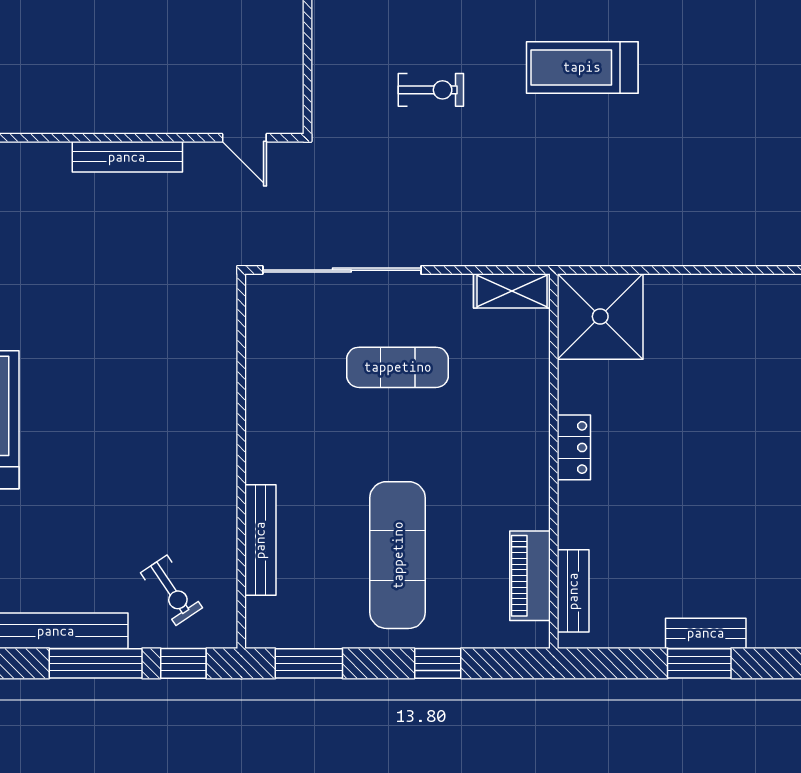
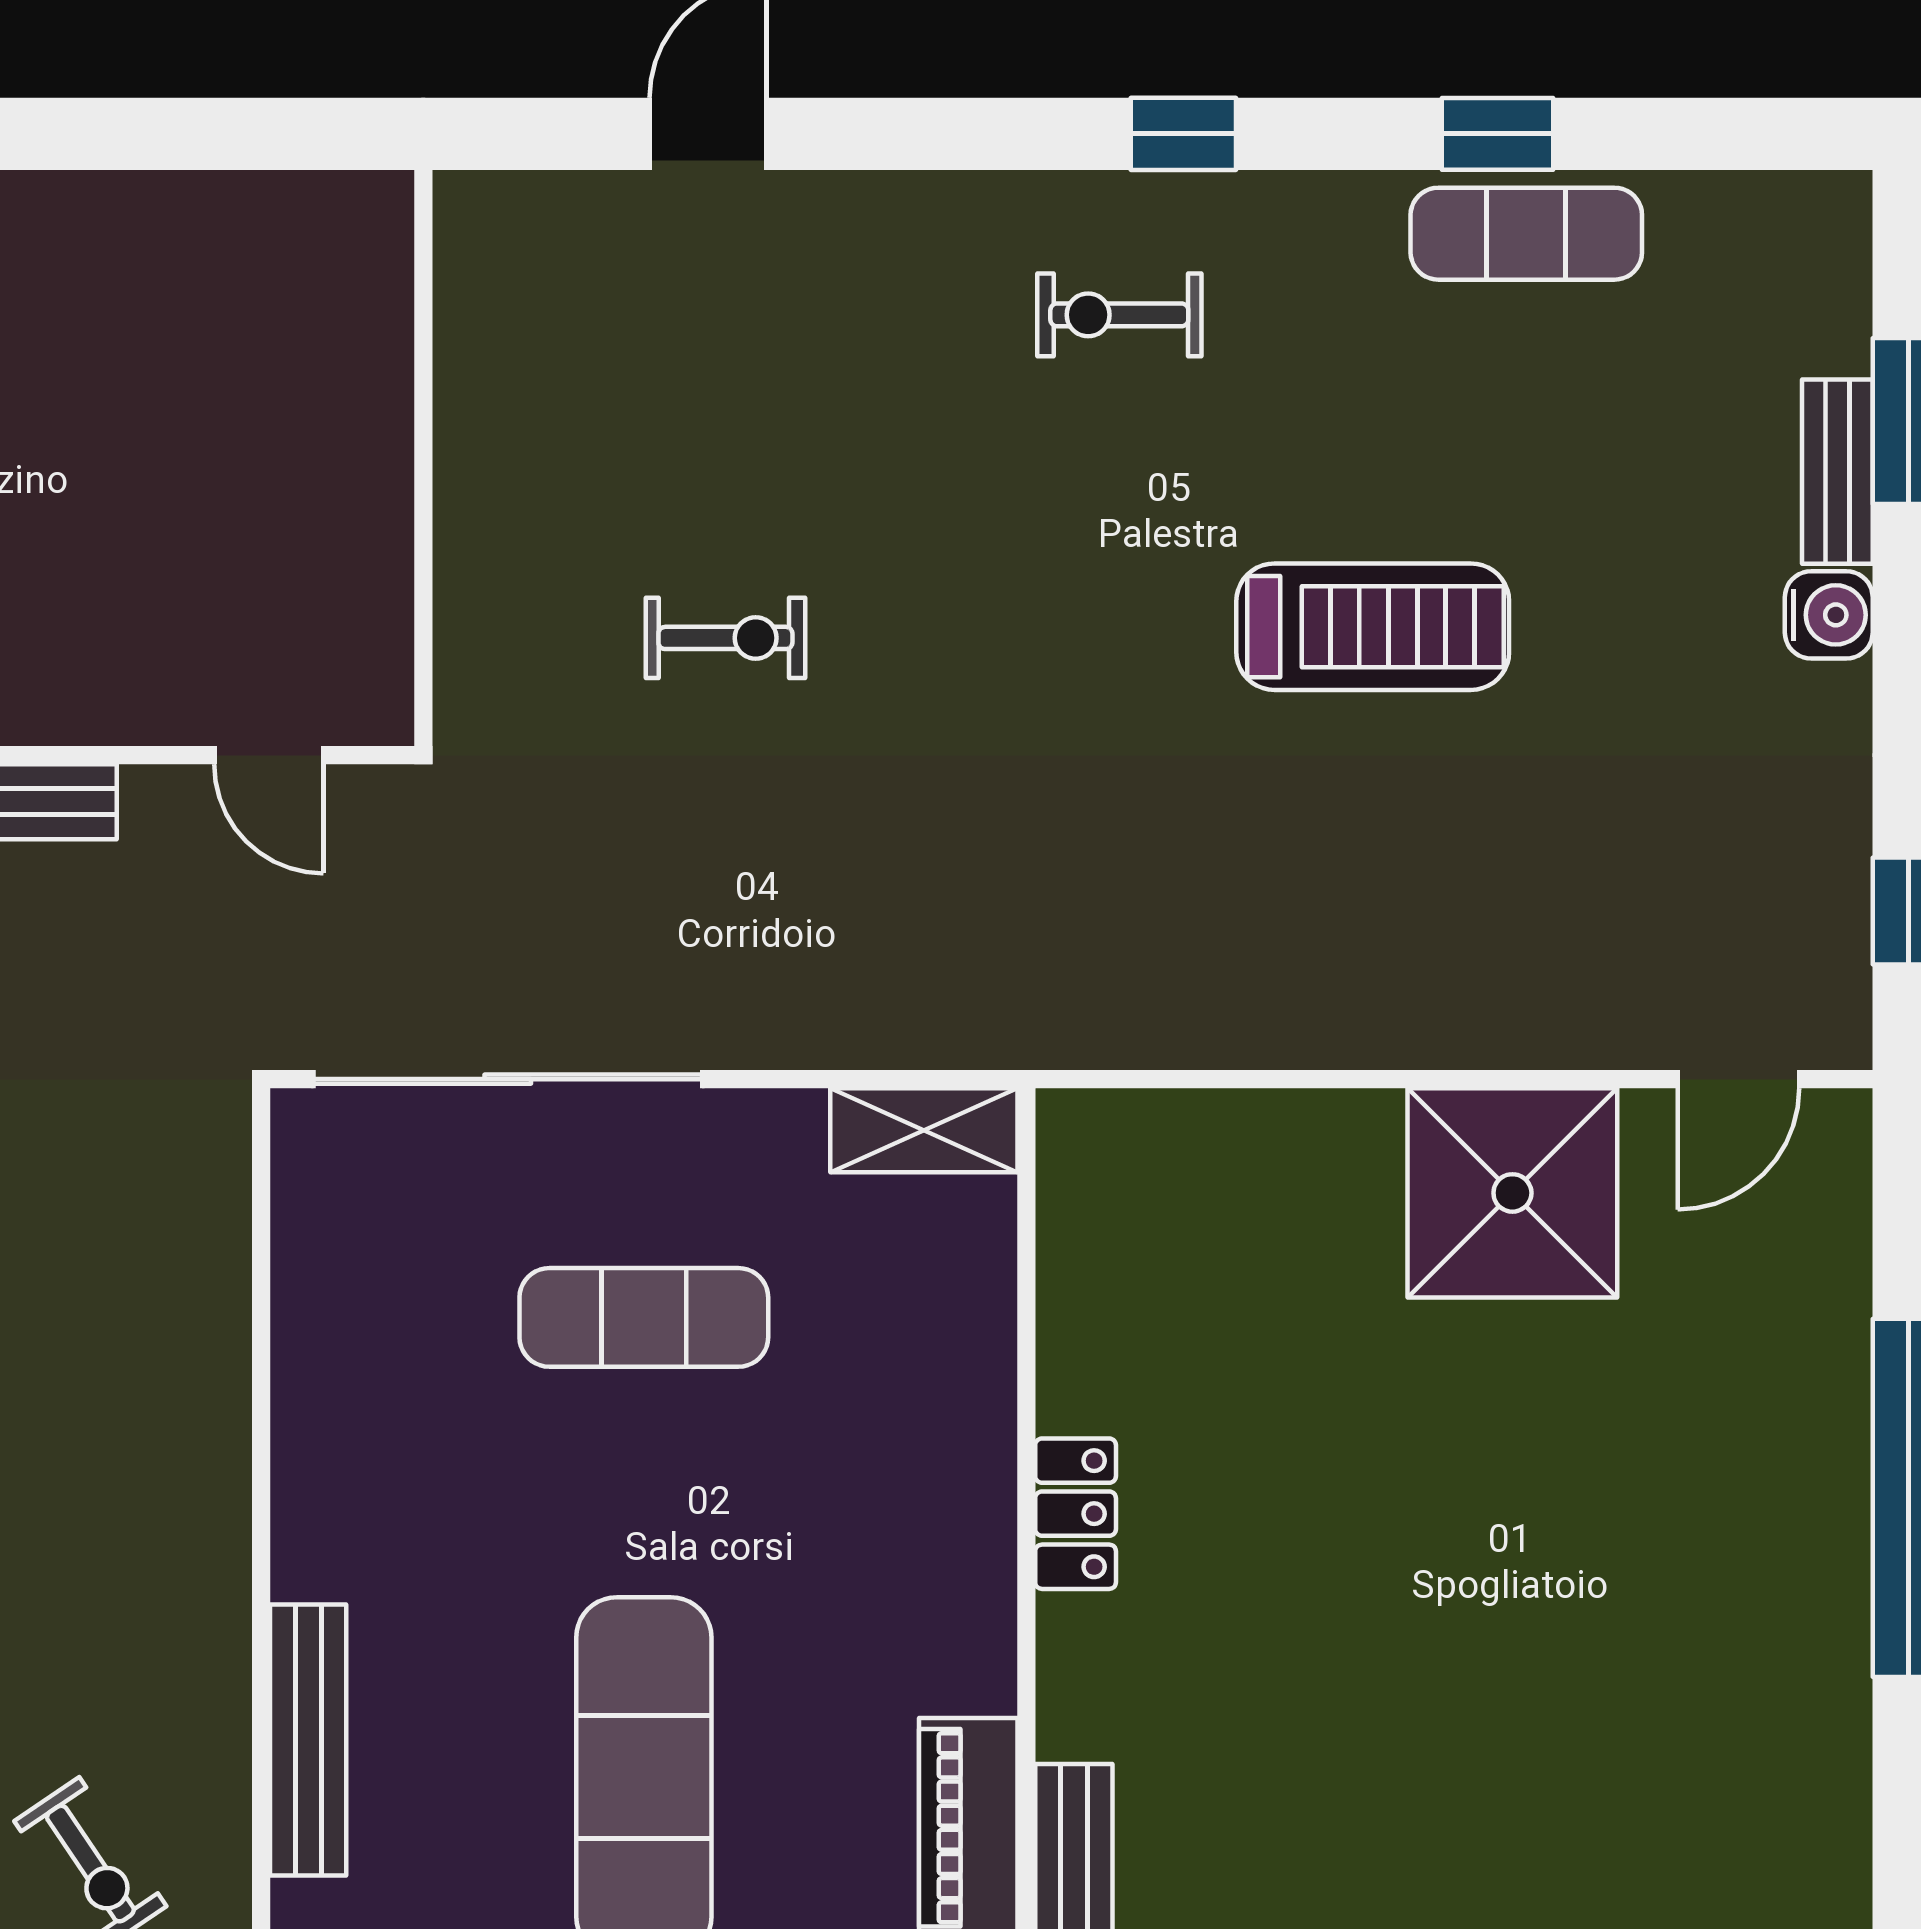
treadmill: (582, 67) -> (1373, 627), moved, turned 180
shower: (600, 316) -> (1512, 1193), moved

